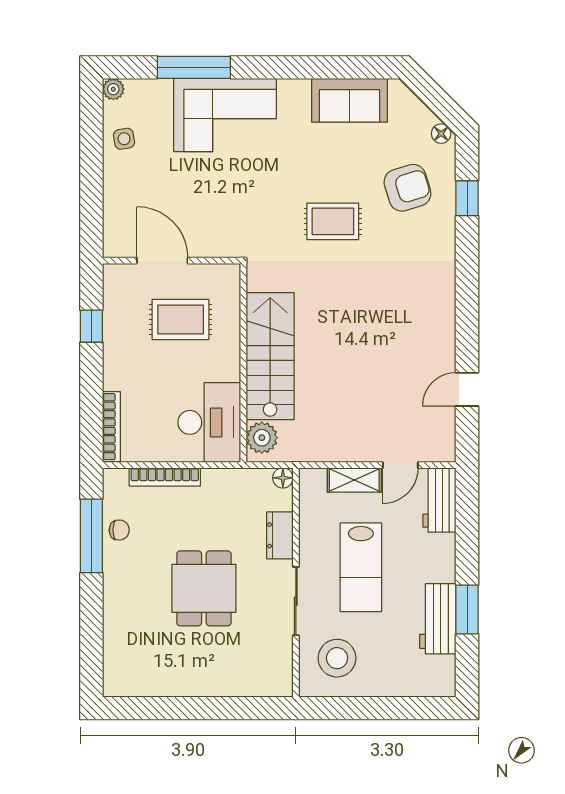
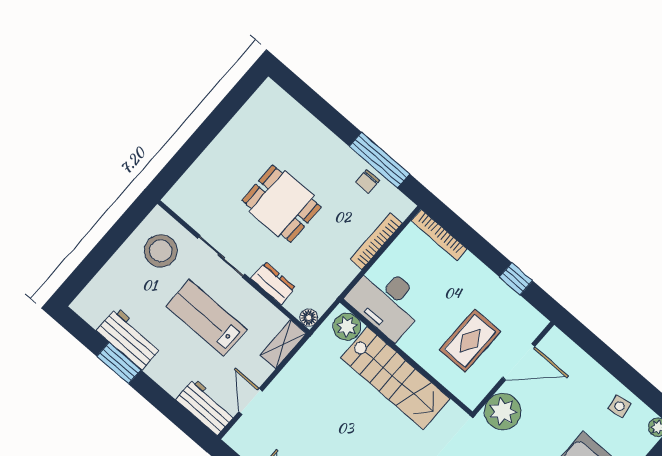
plant: (218, 237) -> (503, 412), added
shelving: (354, 480) -> (283, 344), moved

